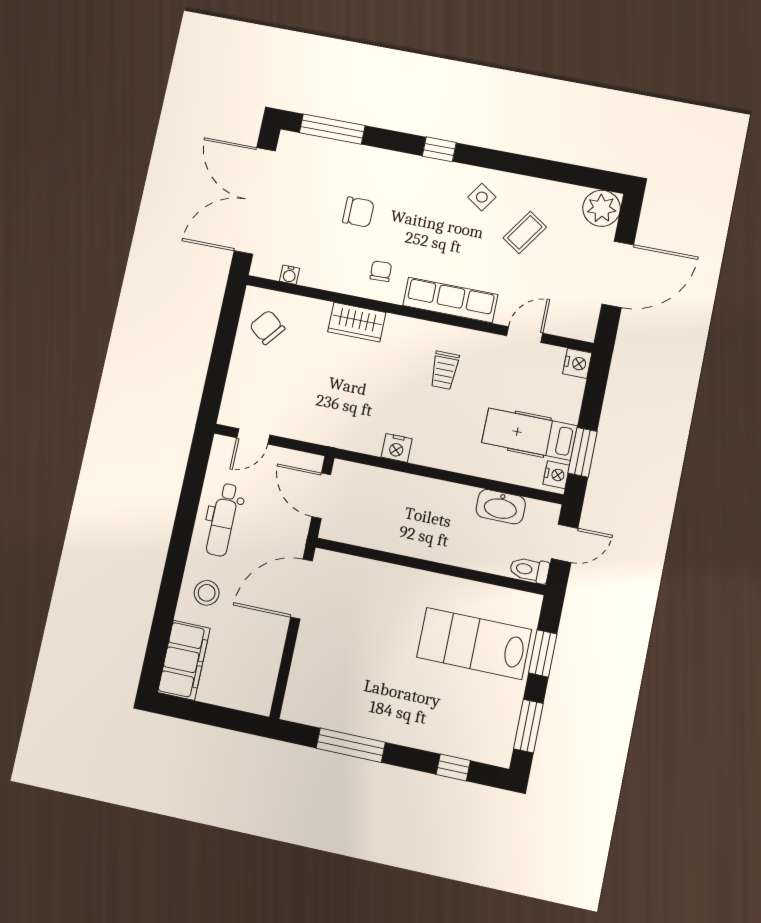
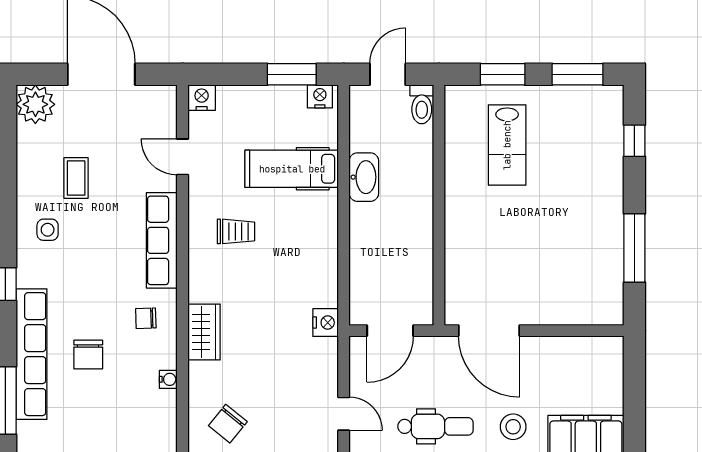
row of seats: (370, 161) -> (31, 354), added
side table: (482, 197) -> (48, 230), turned -34
chair: (358, 212) -> (88, 355), turned 180
coffee table: (525, 232) -> (76, 178), turned 56
water cooler: (290, 275) -> (168, 379), moved
hospital bed: (529, 434) -> (292, 169), moved, turned 90
nightstand: (397, 448) -> (326, 323), moved
washbasin: (501, 507) -> (364, 177), moved
door: (565, 543) -> (388, 74), hinge flipped
lab bench: (474, 643) -> (507, 145), width x0.73, depth x0.72

